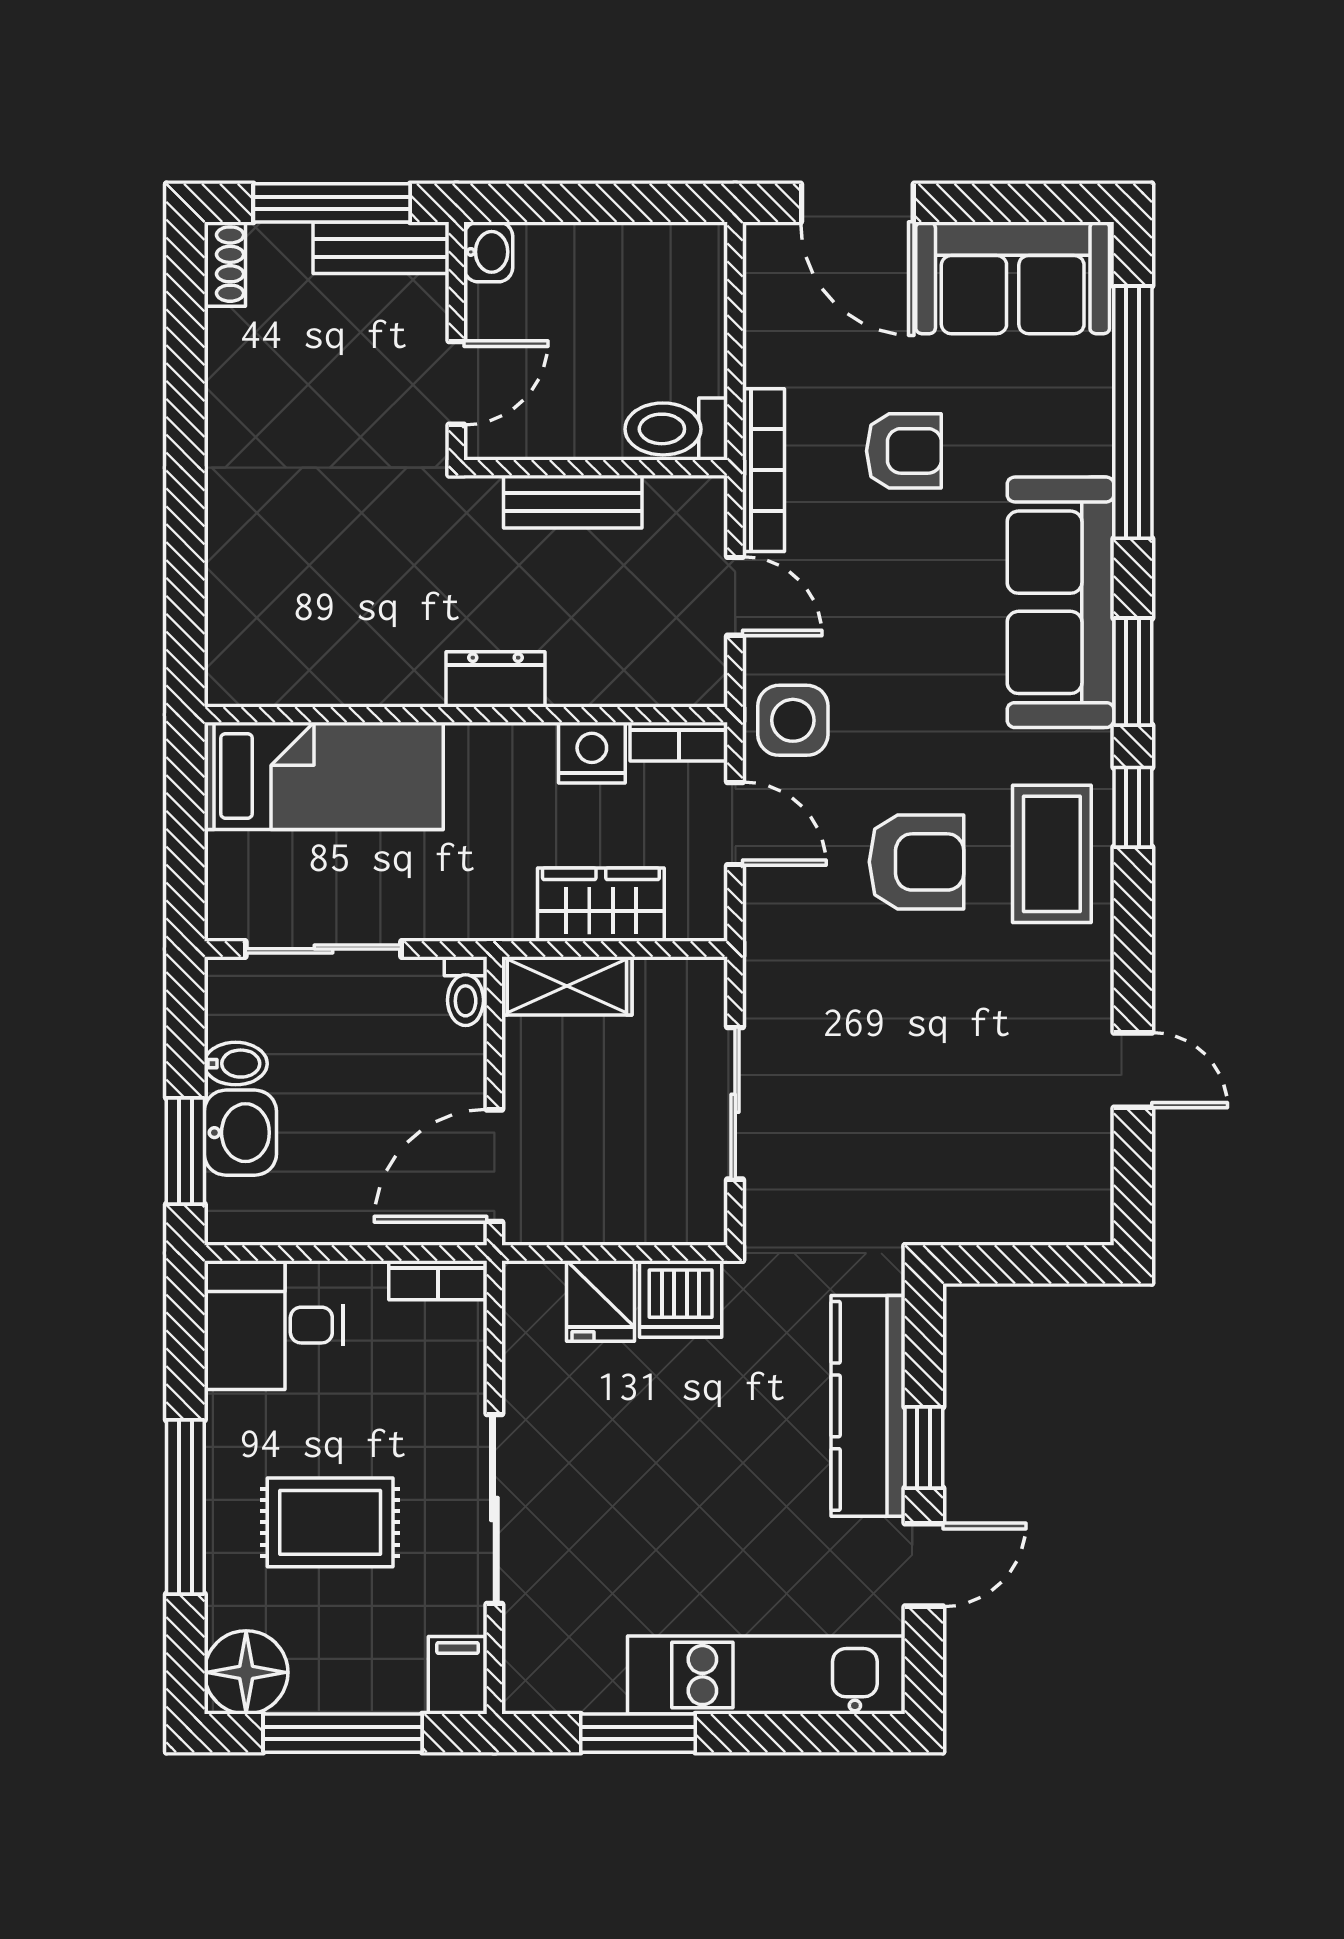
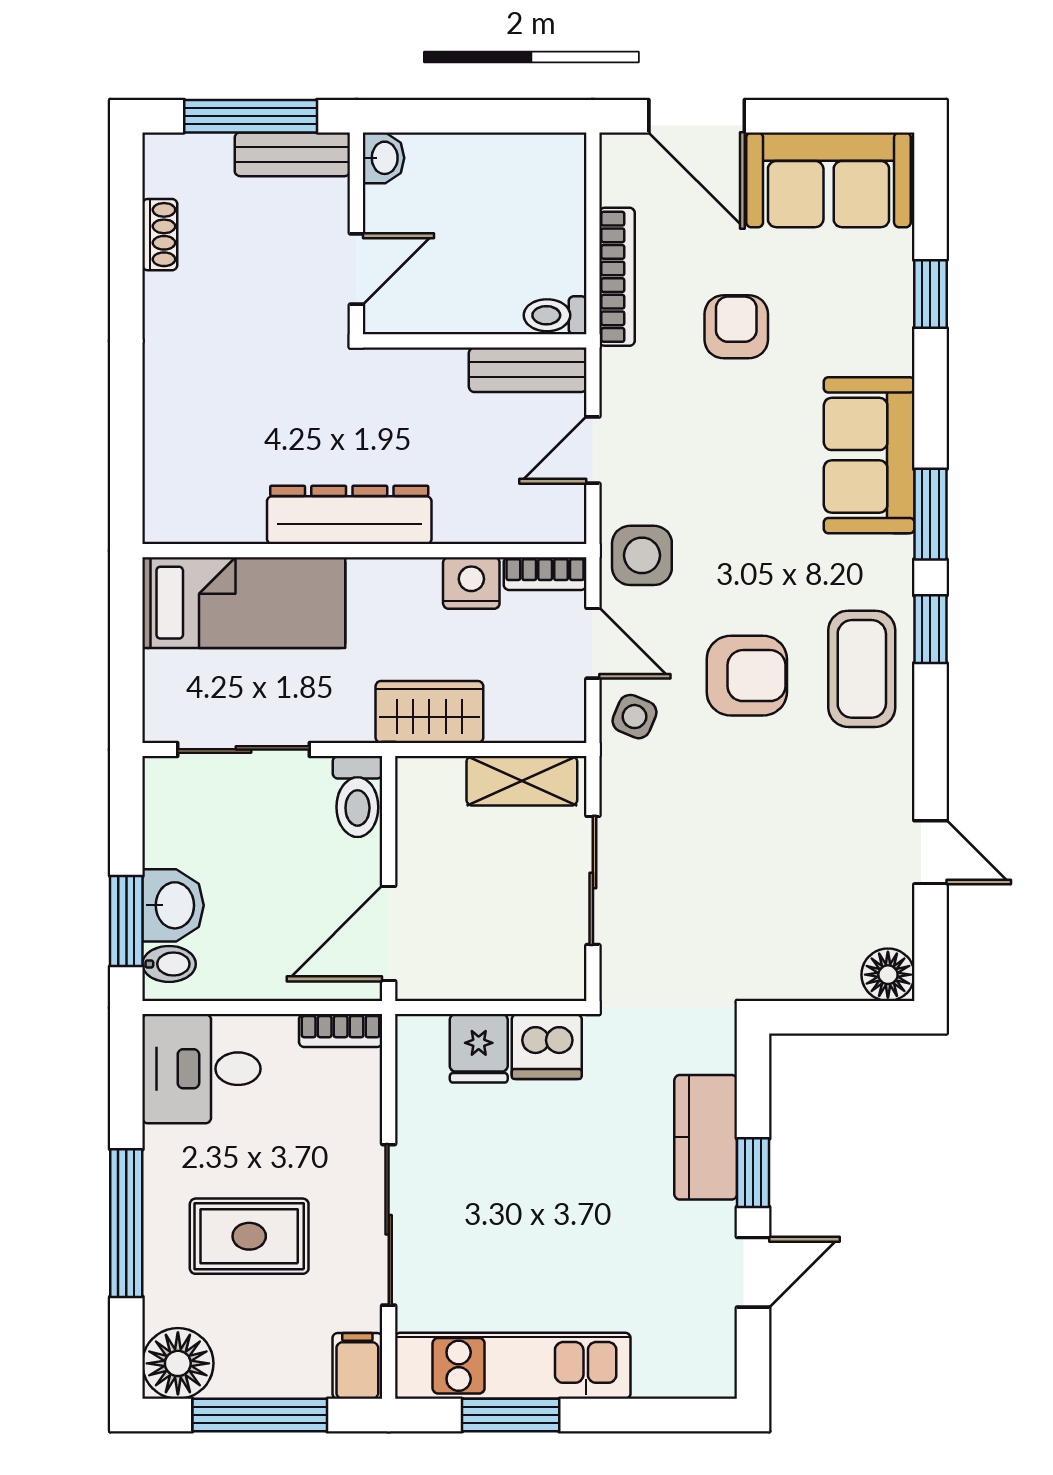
shoe rack: (225, 264) -> (160, 235), moved
window: (1133, 412) -> (930, 294), width x0.32
toilet: (676, 429) -> (555, 315), width x0.73, depth x0.72
armchair: (904, 451) -> (736, 327), turned -90
bookcase: (764, 470) -> (617, 277), moved
bench: (573, 502) -> (528, 370), moved
door: (735, 596) -> (593, 450), swing flipped
sofa: (1061, 602) -> (869, 455), width x0.73
dresser: (495, 679) -> (349, 515), width x1.96, depth x1.24
wardrobe: (601, 905) -> (429, 712), moved
side table: (784, 910) -> (634, 717), added
shelving: (567, 986) -> (522, 781), moved
toilet: (466, 991) -> (357, 797), width x1.37, depth x1.39
bidet: (236, 1064) -> (169, 964), moved
floor lamp: (1083, 1214) -> (888, 975), added
kitchen counter: (868, 1406) -> (706, 1137), width x0.67
kitchen unit: (766, 1675) -> (513, 1366), moved

